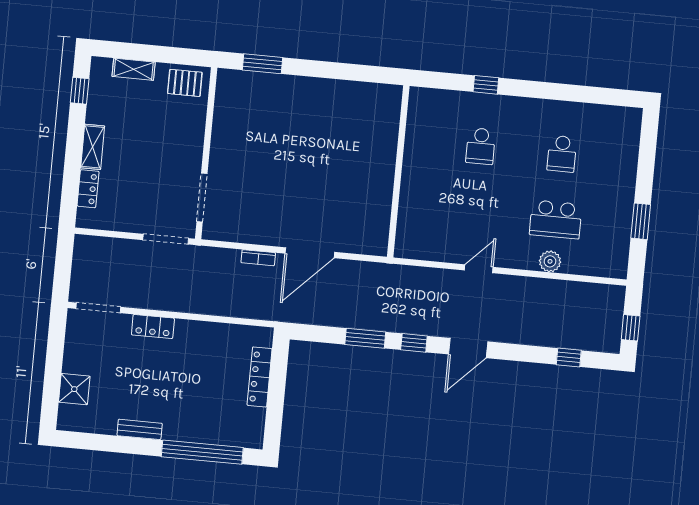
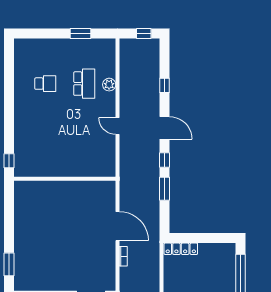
window: (486, 85) -> (9, 161), moved
school desk: (481, 146) -> (45, 132), removed
window: (569, 357) -> (165, 85), moved
locker: (260, 377) -> (181, 249), moved

